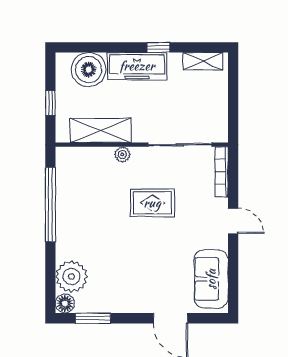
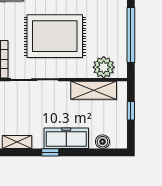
boiler: (89, 70) -> (102, 142), width x0.54, depth x0.54
plant: (122, 154) -> (104, 67), moved, width x1.88, depth x1.88
rug: (152, 203) -> (55, 36), width x1.86, depth x2.06

